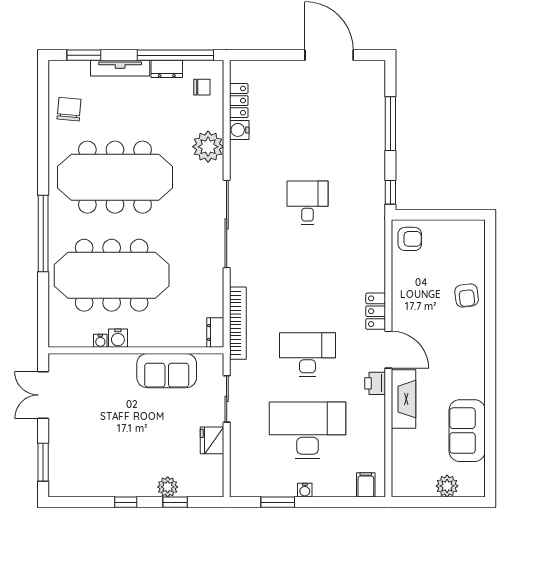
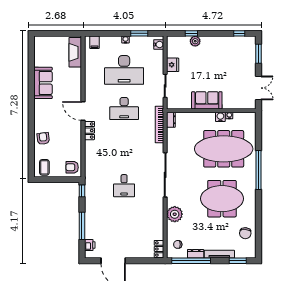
locker: (239, 101) -> (159, 249), moved
water cooler: (239, 130) -> (159, 44), moved
meeting table: (115, 177) -> (222, 199), width x0.73
coffee table: (464, 239) -> (44, 167), added
sofa: (167, 371) -> (207, 100), moved
printer: (375, 383) -> (90, 245), moved
fireplace: (403, 399) -> (75, 52), moved
sofa: (467, 431) -> (43, 83), moved
plant: (447, 486) -> (53, 42), removed
window: (126, 502) -> (239, 33), moved

